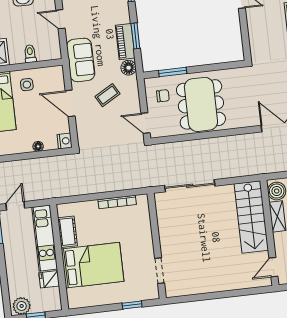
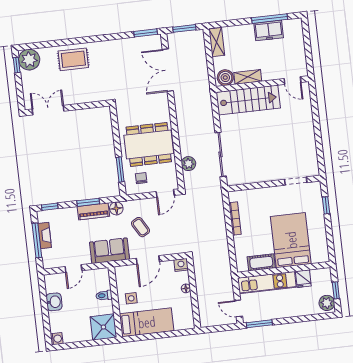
plant: (179, 149) -> (188, 164), added

